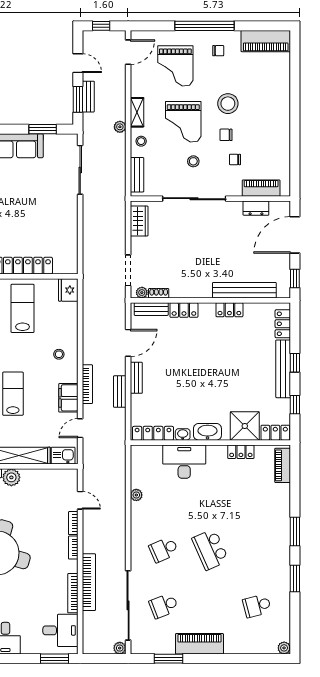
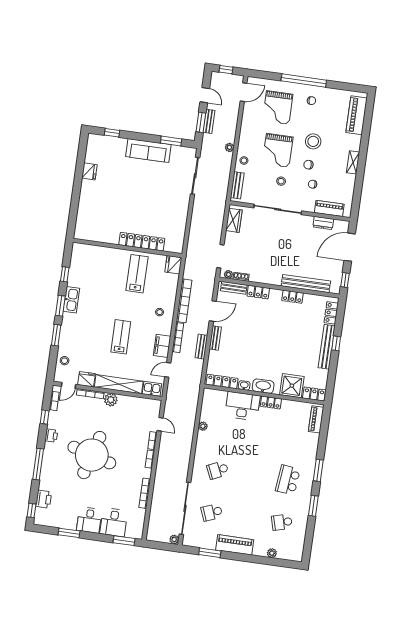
piano: (266, 41) -> (357, 115), moved, turned 90
shelving: (137, 112) -> (353, 162), moved
window: (295, 405) -> (332, 375), removed
locker: (241, 452) -> (271, 403), moved
school desk: (210, 549) -> (288, 480), moved, turned 30
bookcase: (89, 582) -> (184, 301), moved
desk: (60, 630) -> (114, 522), moved, turned 90
plant: (284, 648) -> (272, 553), moved

